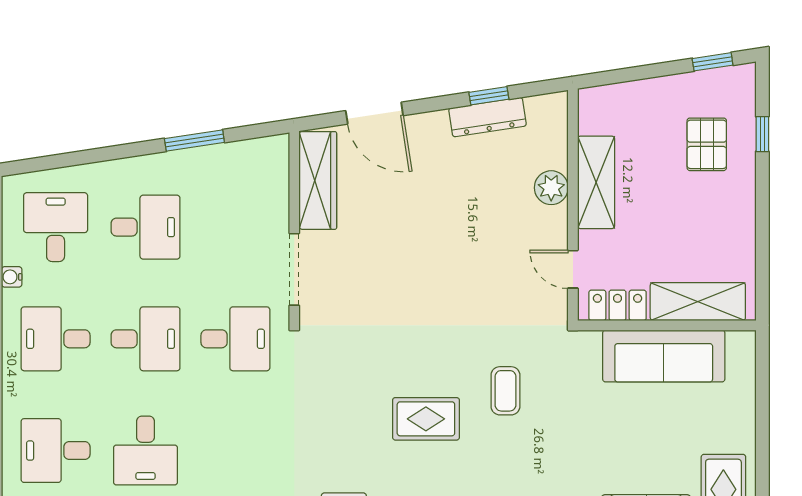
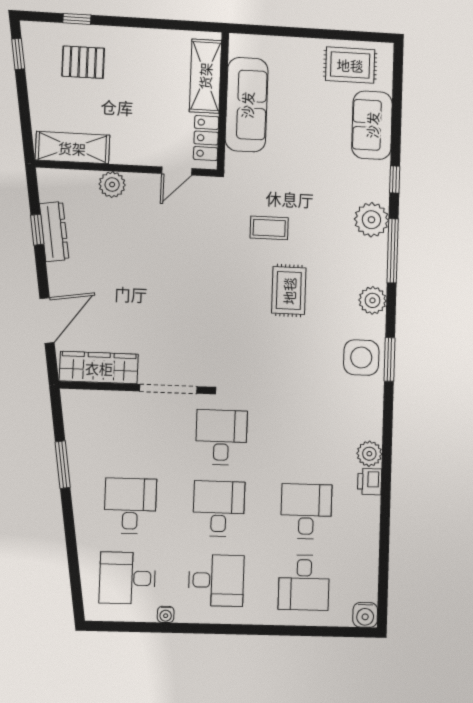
shelving: (596, 182) -> (72, 148), moved
desk: (56, 339) -> (216, 580), turned -90
desk: (145, 451) -> (306, 511), turned -90

